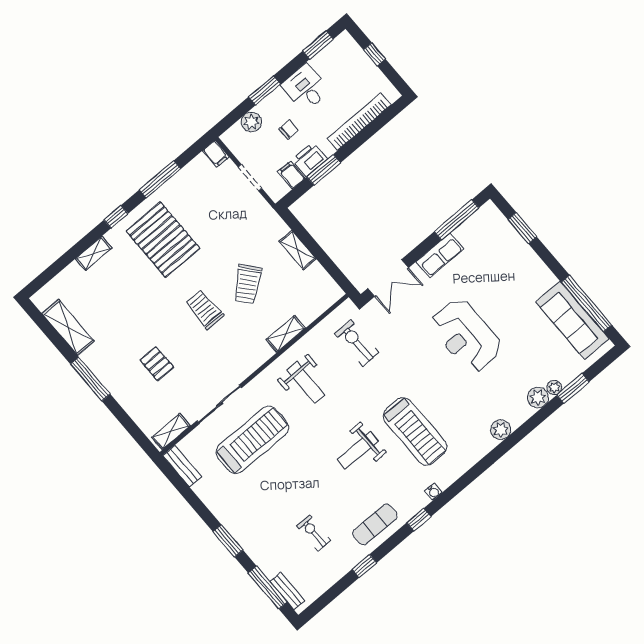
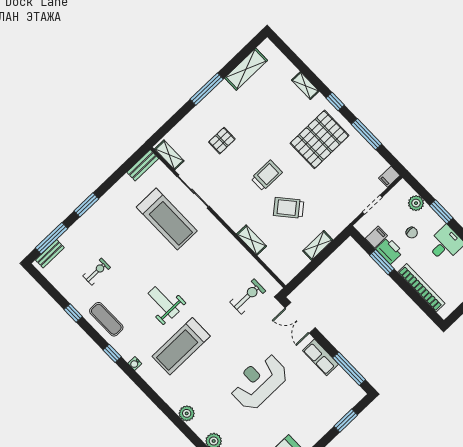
weight bench: (306, 382) -> (214, 258), removed

